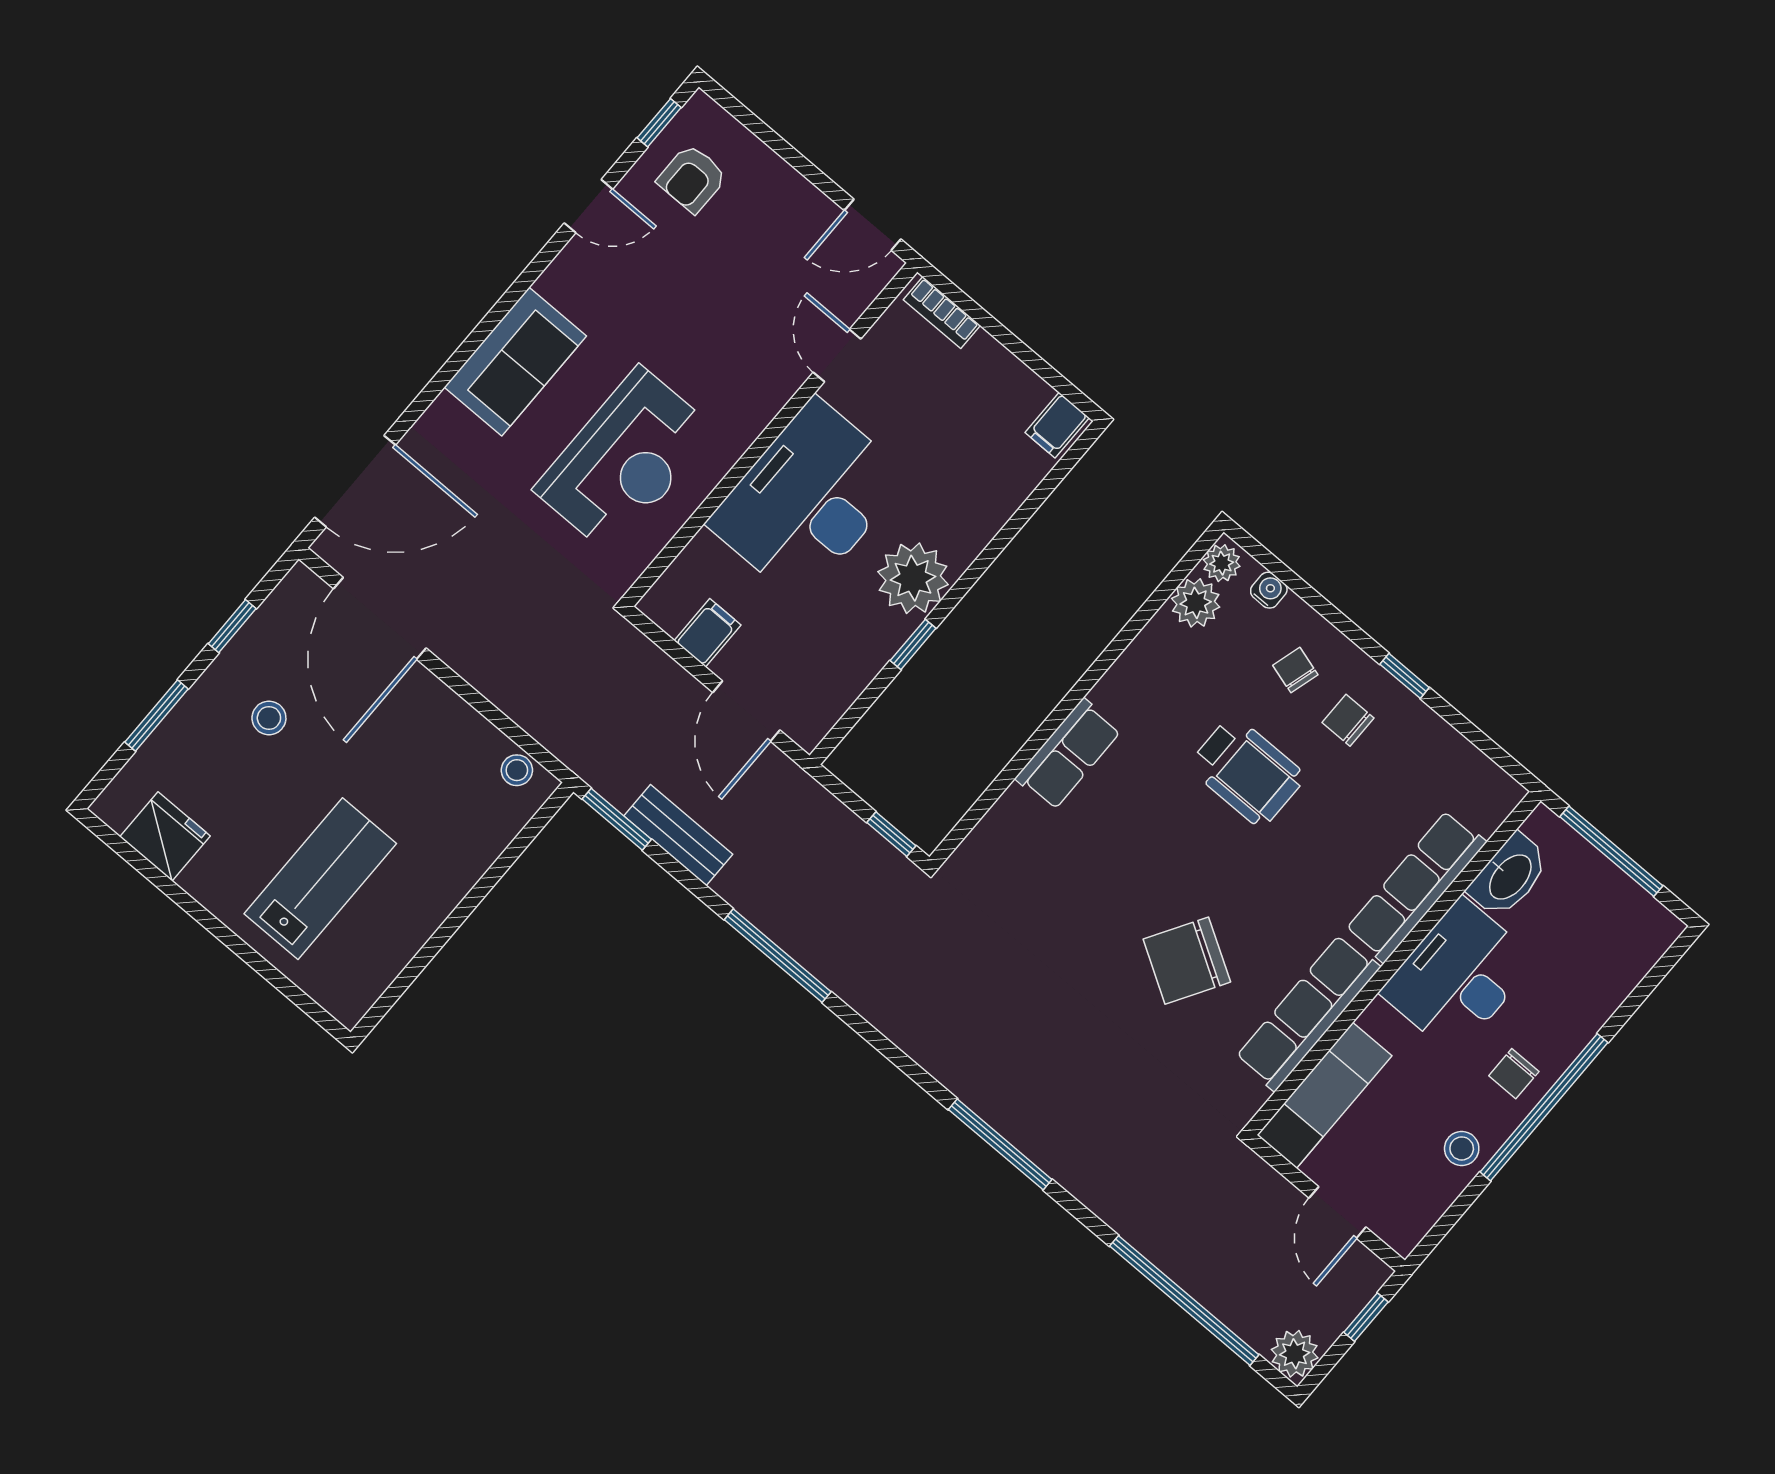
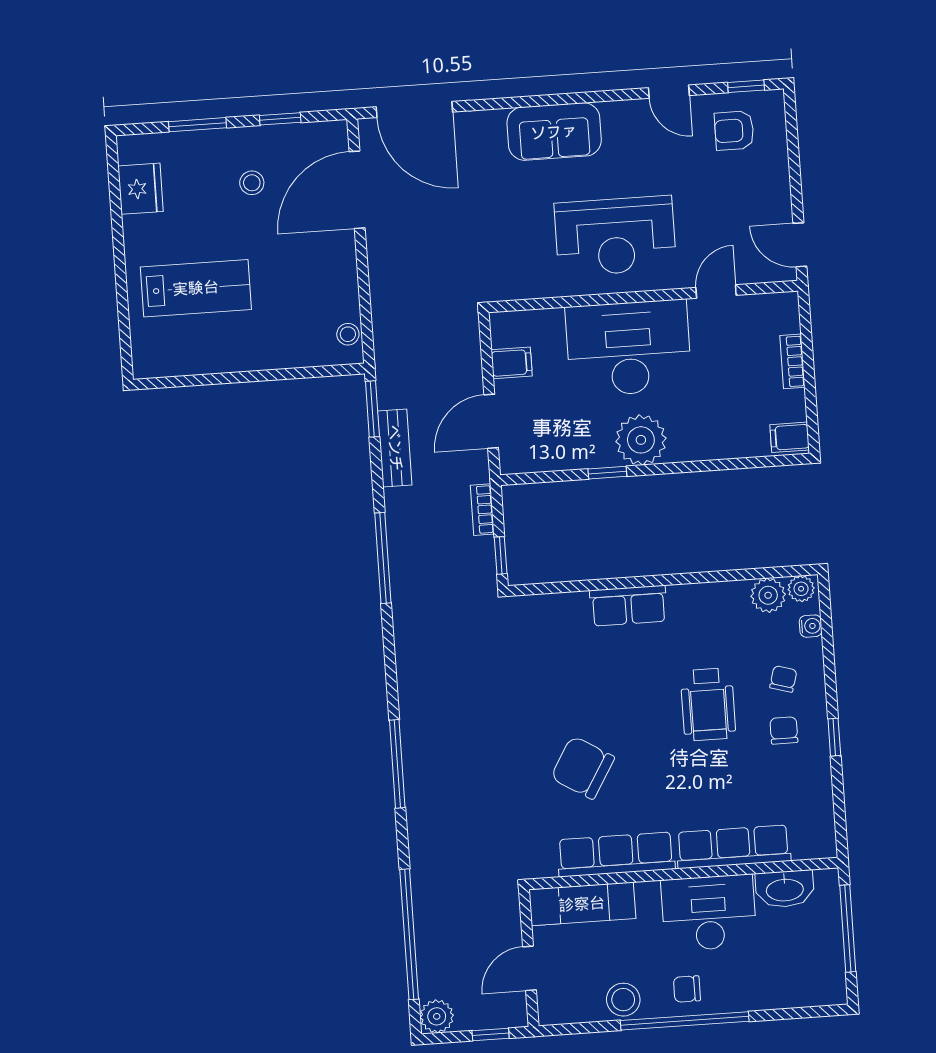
bookcase: (942, 312) -> (792, 361), moved
reception desk: (625, 460) -> (615, 236), moved
bookcase: (827, 807) -> (482, 510), added
stool: (1462, 1148) -> (623, 1000), width x1.37, depth x1.37

